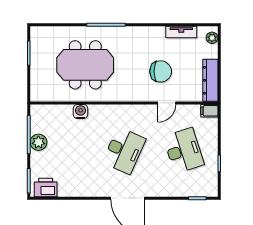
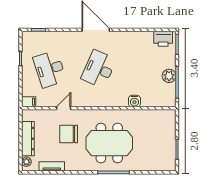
meeting table: (85, 65) -> (109, 143), moved
dresser: (210, 80) -> (28, 139), moved

